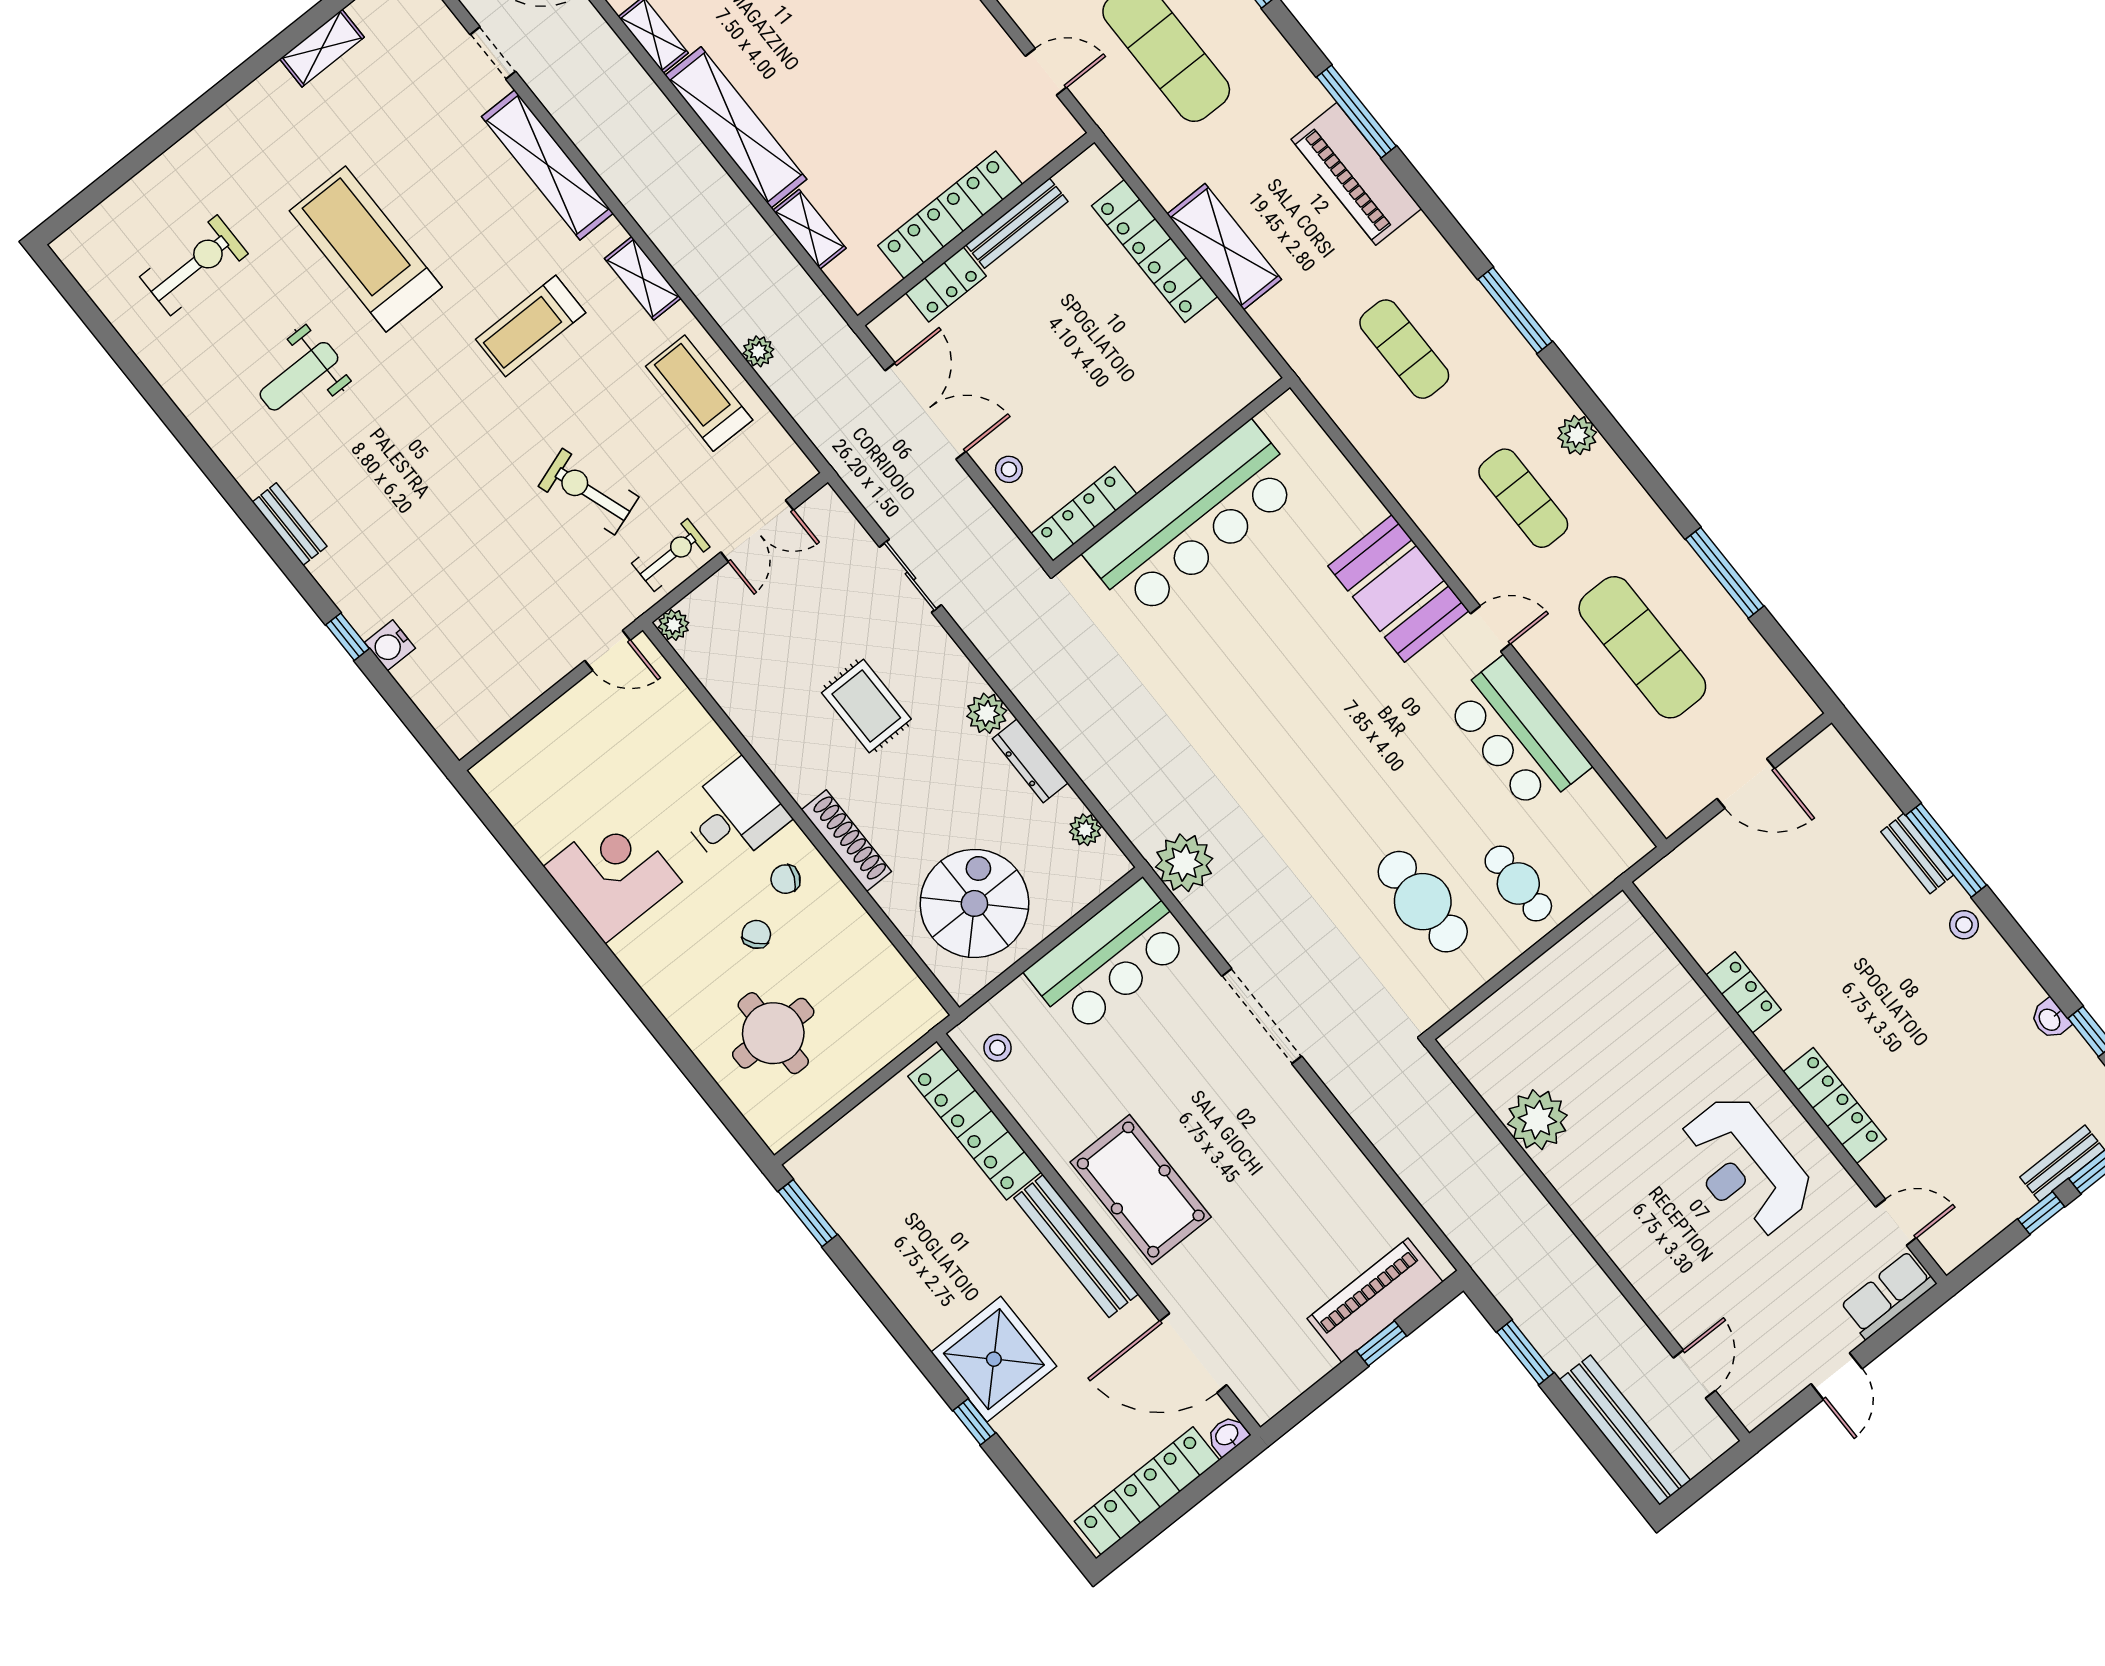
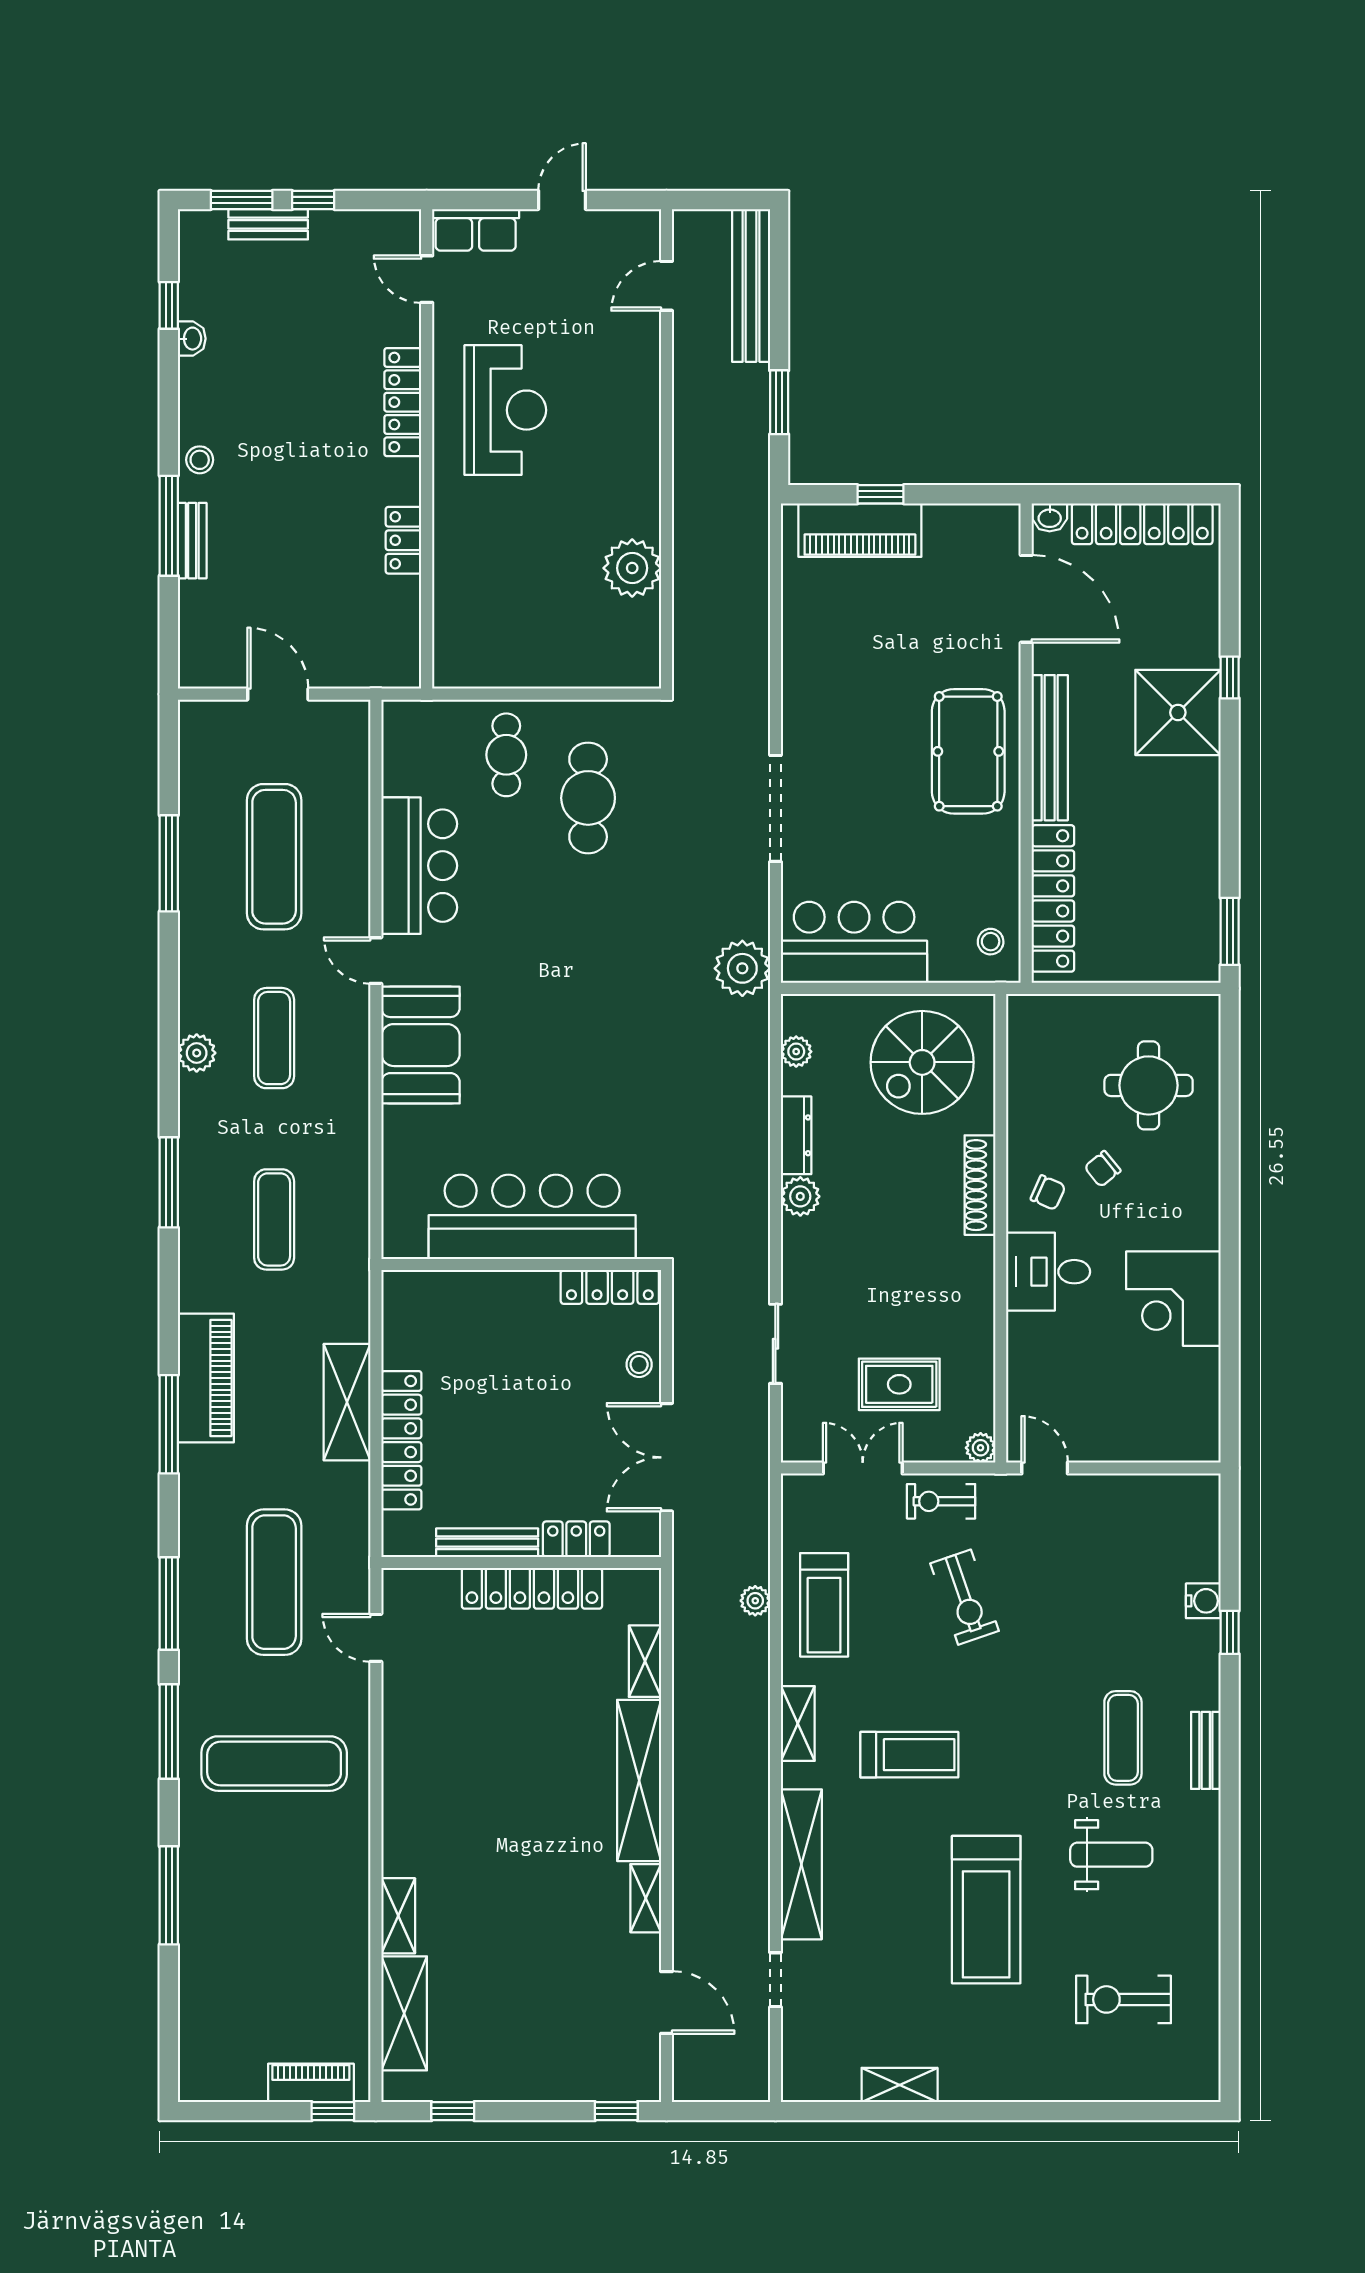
exercise mat: (366, 480) -> (1123, 1738), added
rug: (866, 706) -> (899, 1384), moved, turned 90

